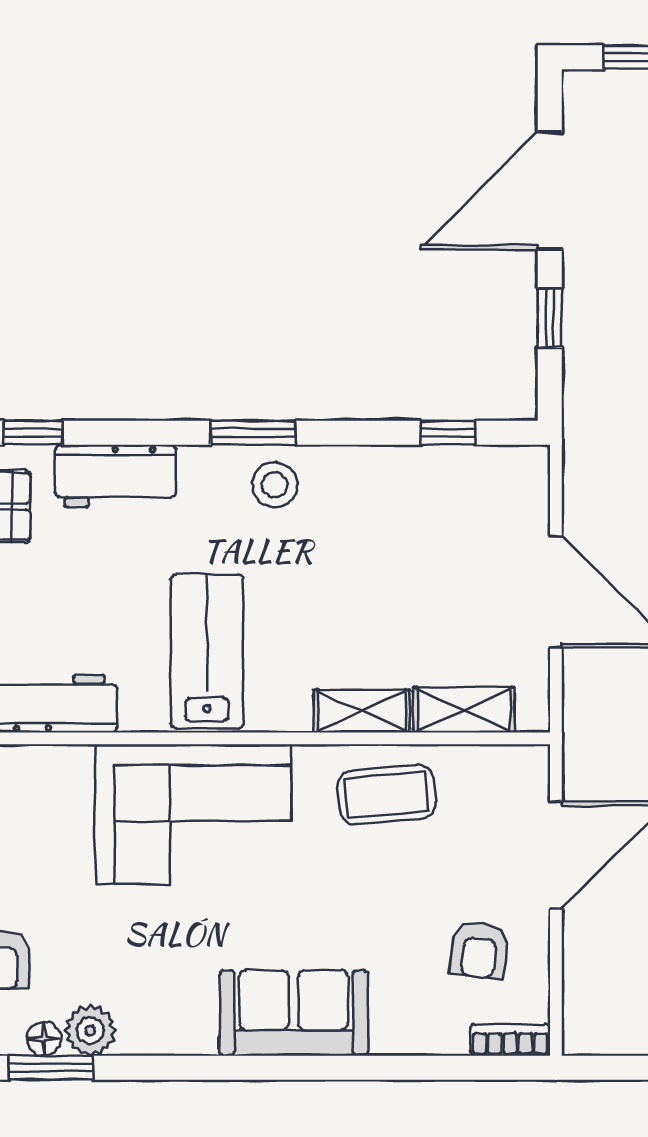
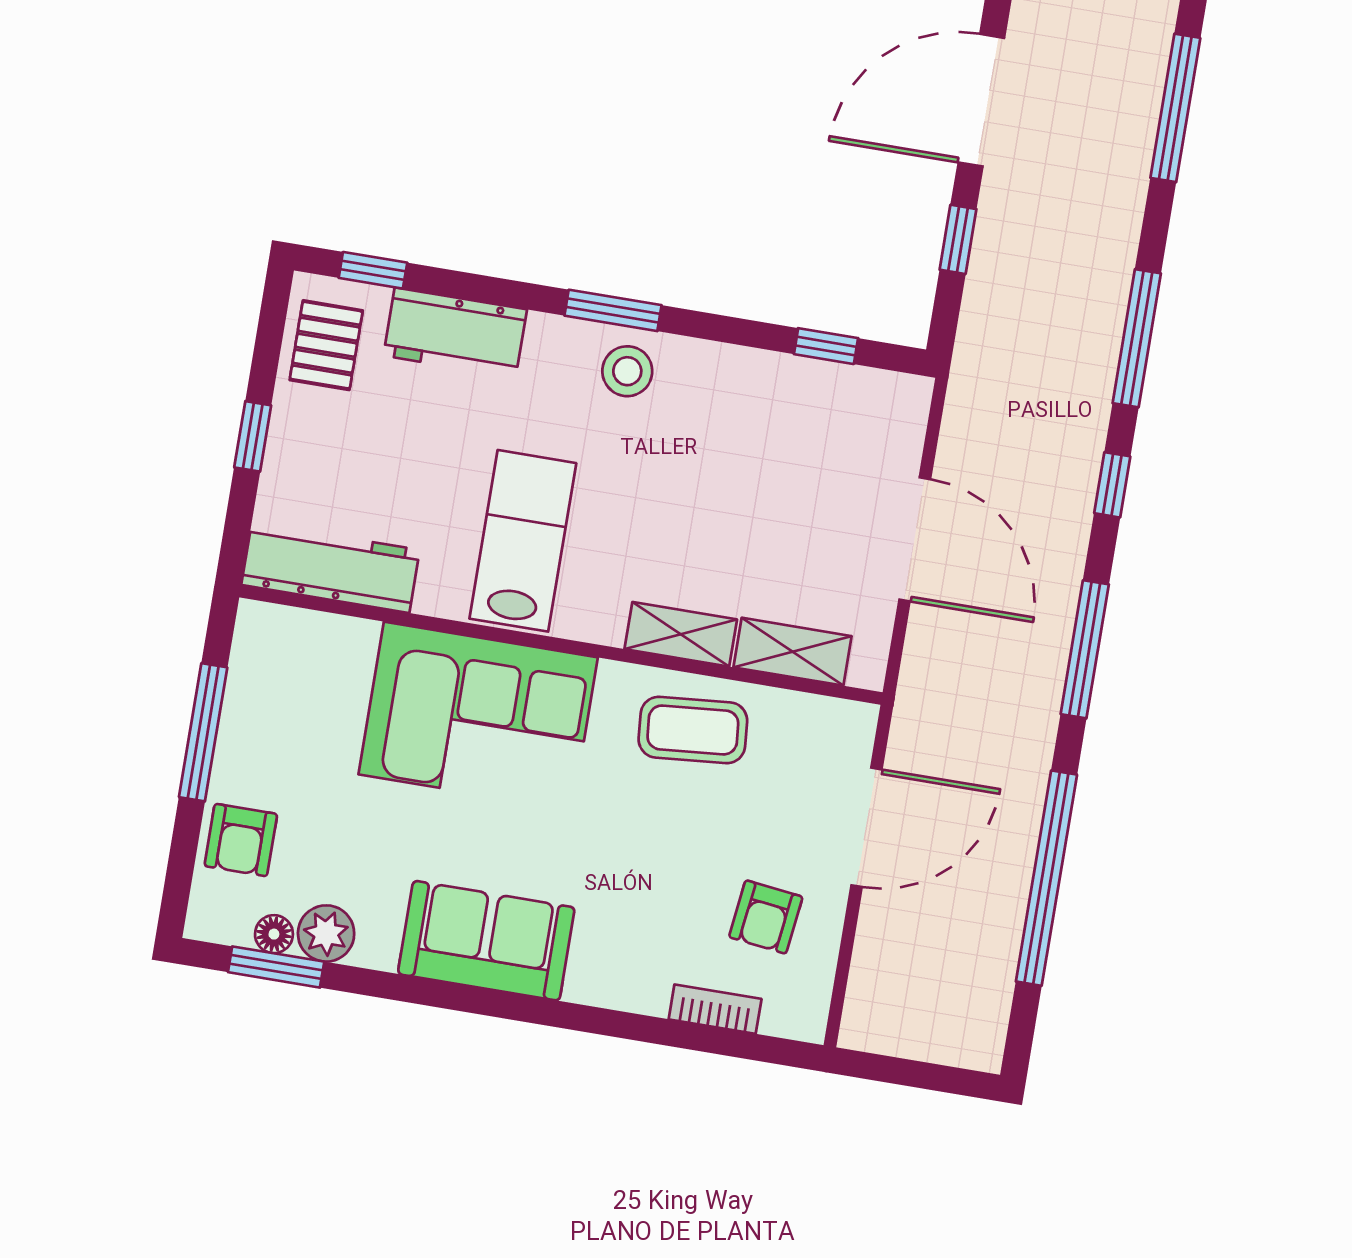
sofa: (294, 1013) -> (486, 941), moved
bookcase: (510, 1040) -> (715, 1009), moved

